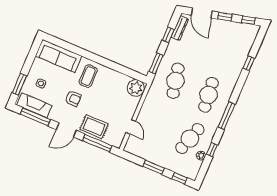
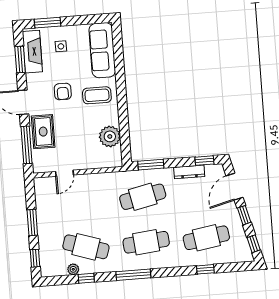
dresser: (180, 28) -> (189, 172), moved
window: (168, 35) -> (204, 161), moved
cafe table: (227, 51) -> (206, 238), added
plant: (136, 88) -> (110, 136), moved
window: (35, 117) -> (20, 59), width x0.69

